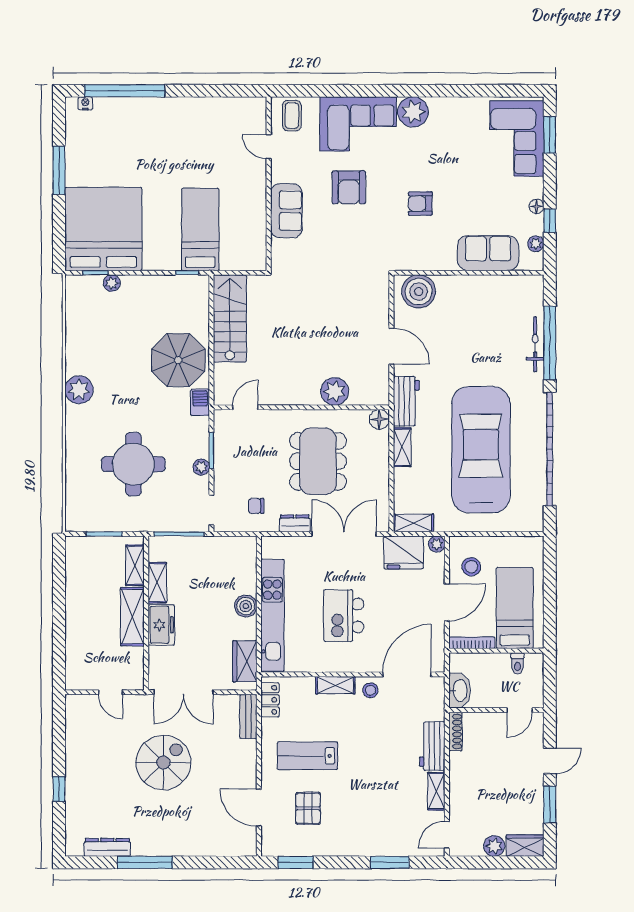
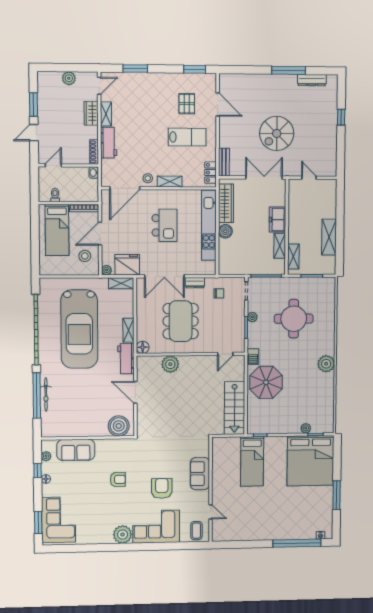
shelving: (132, 617) -> (329, 237), moved
wardrobe: (245, 661) -> (226, 203), width x1.50
washbasin: (459, 691) -> (94, 173), width x0.52, depth x0.69
wardrobe: (525, 846) -> (91, 113), moved, turned 90

